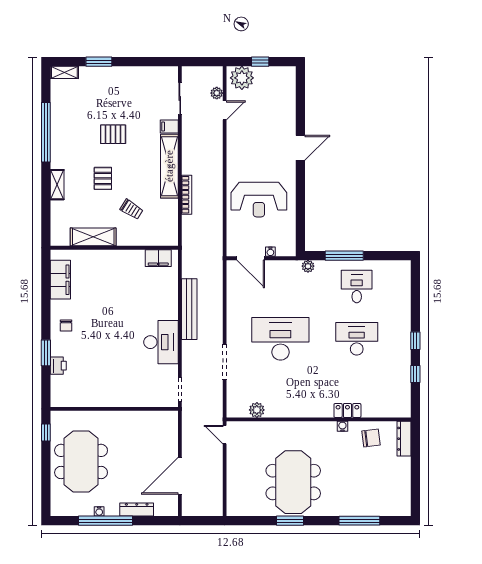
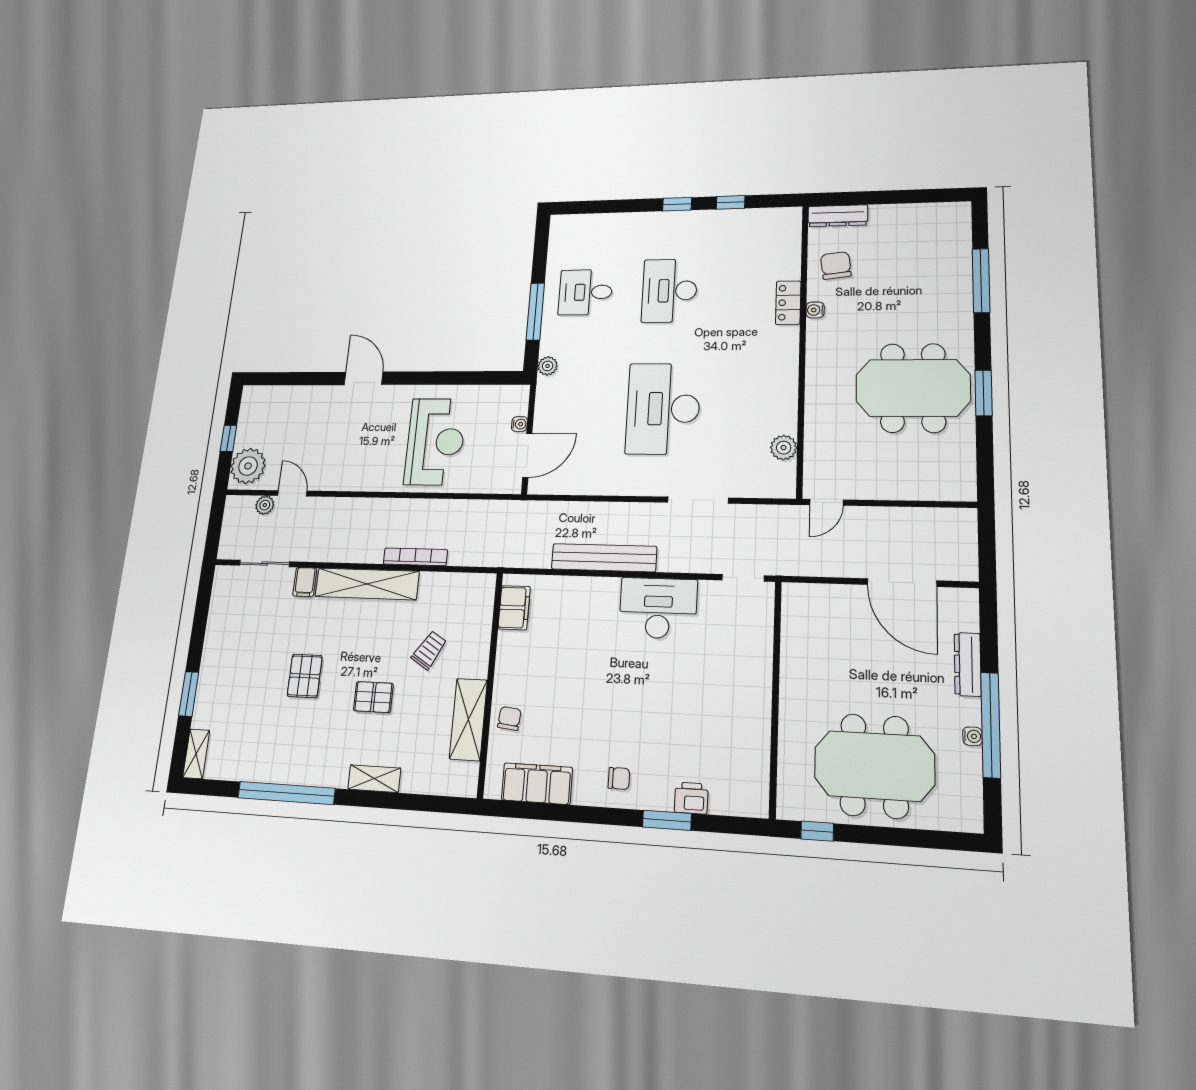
chair: (95, 261) -> (509, 718), added

